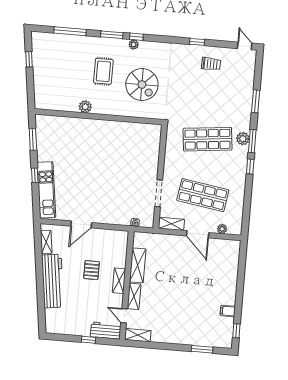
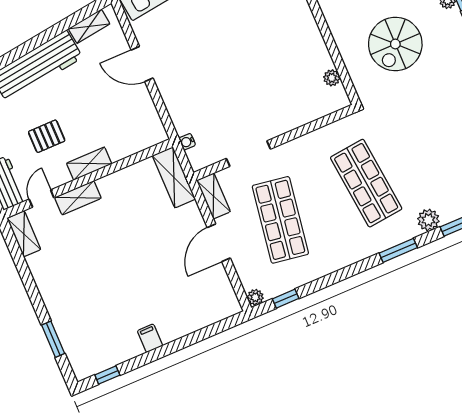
plant: (142, 128) -> (332, 78), added
plant: (243, 139) -> (428, 220), moved
window: (250, 166) -> (286, 299), moved
plant: (222, 229) -> (255, 297), moved
shelving: (138, 265) -> (174, 177), moved, turned 90
pallet: (91, 270) -> (47, 136), moved
filing cabinet: (228, 311) -> (150, 338), moved

